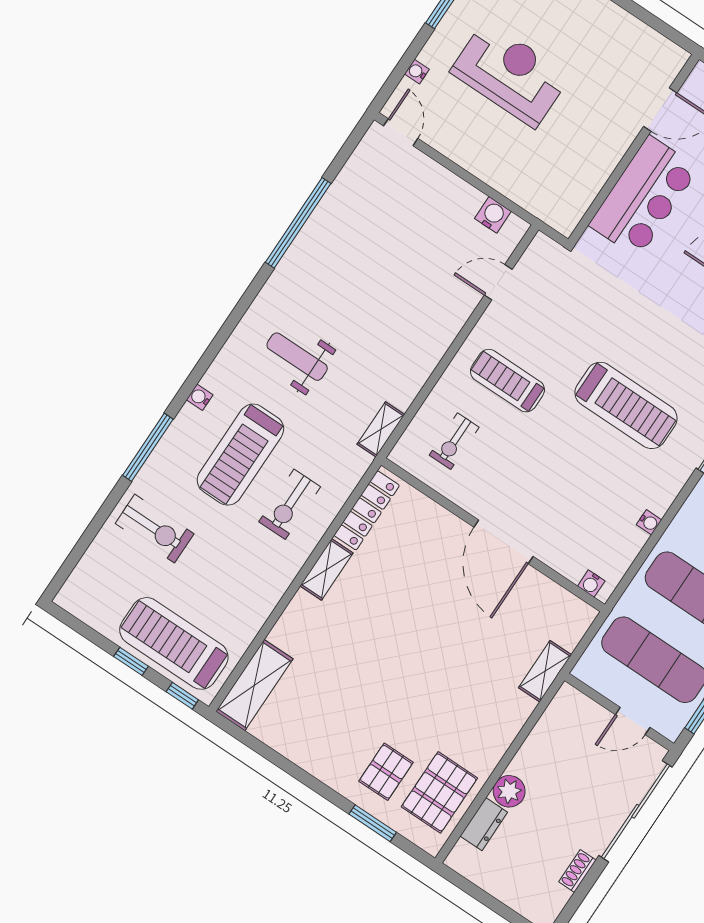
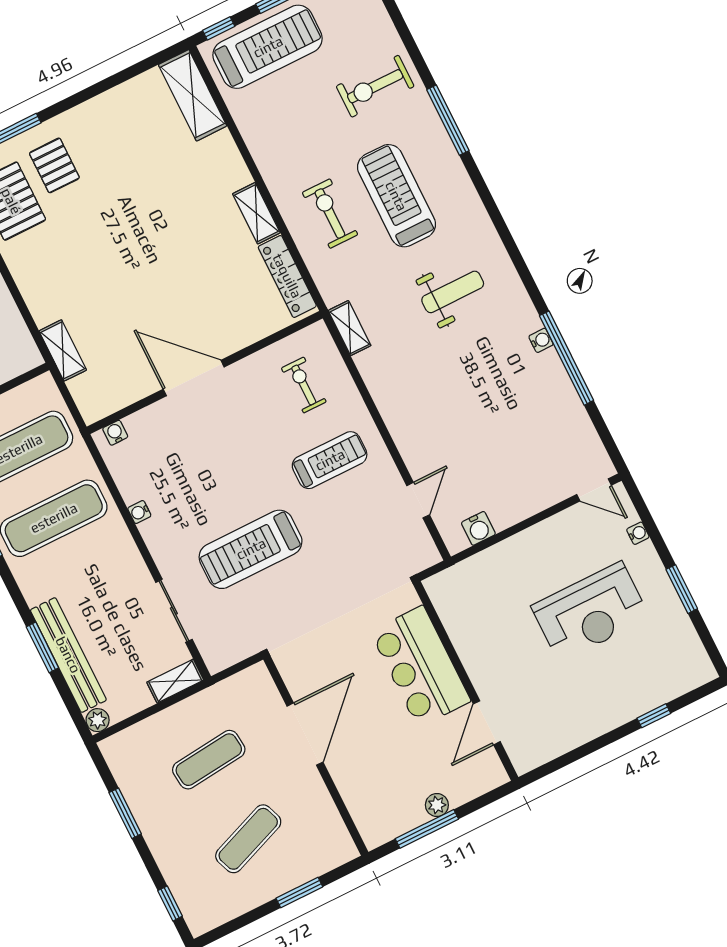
water cooler: (200, 397) -> (541, 340), moved

